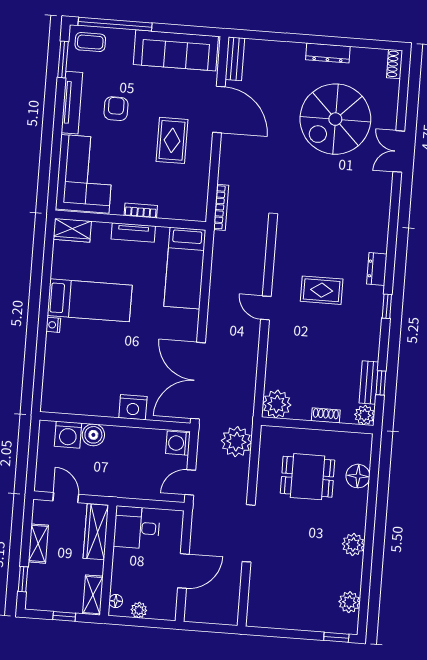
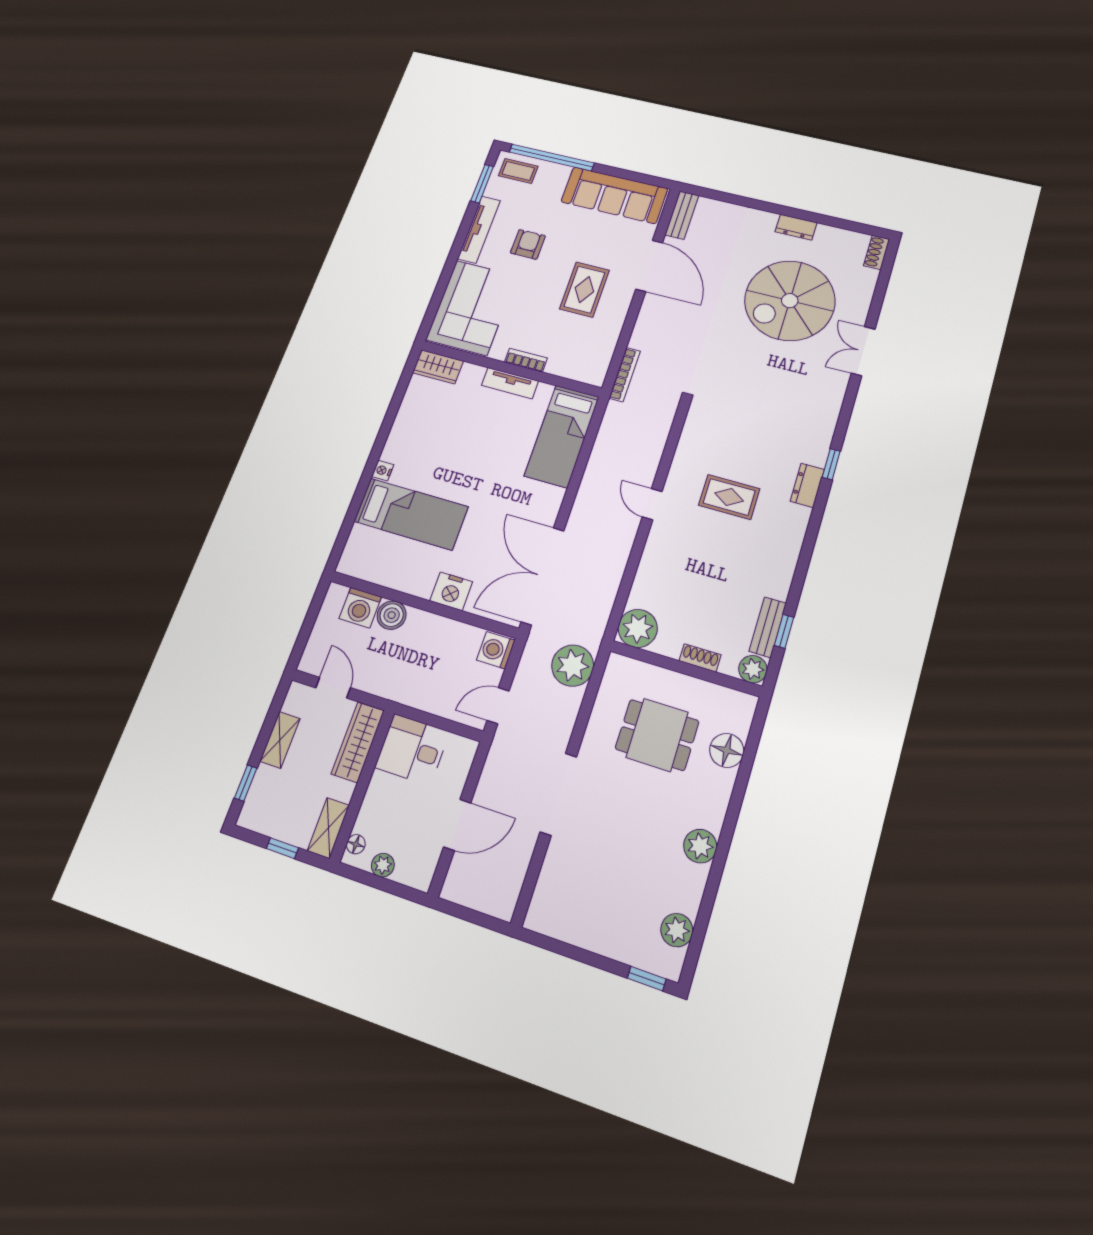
dresser: (328, 53) -> (796, 227), width x0.70
bed: (90, 300) -> (411, 514), moved
window: (387, 306) -> (831, 464), moved

